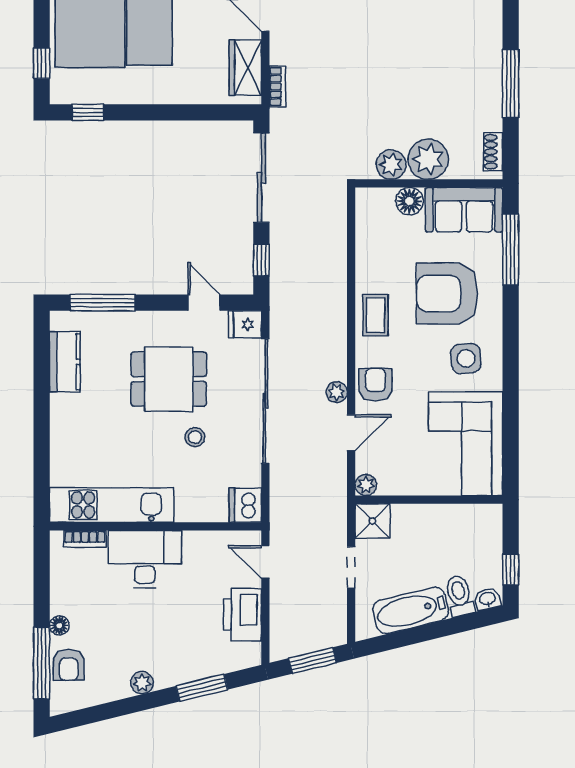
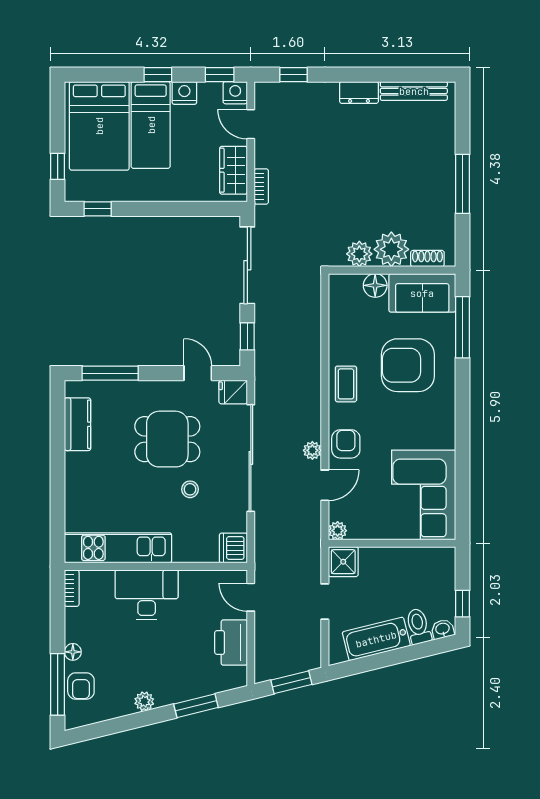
shoe rack: (493, 152) -> (427, 259), moved, turned 90
side table: (466, 358) -> (424, 421), removed
bookcase: (85, 539) -> (72, 588), moved, turned -90

